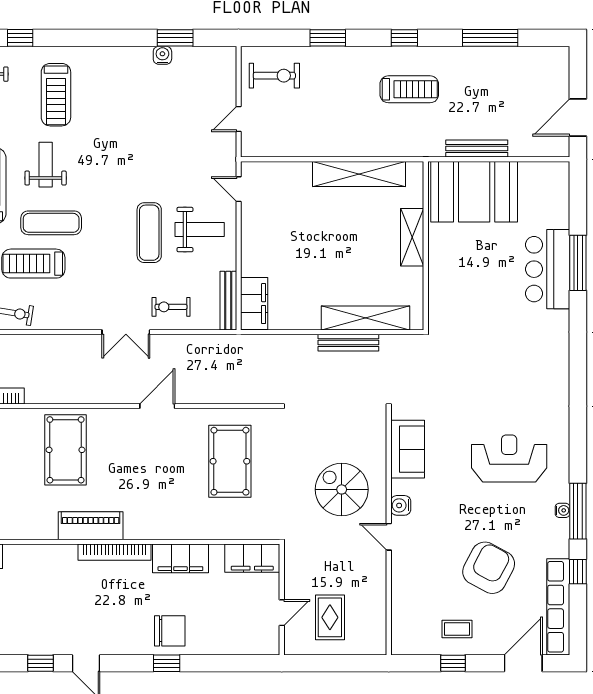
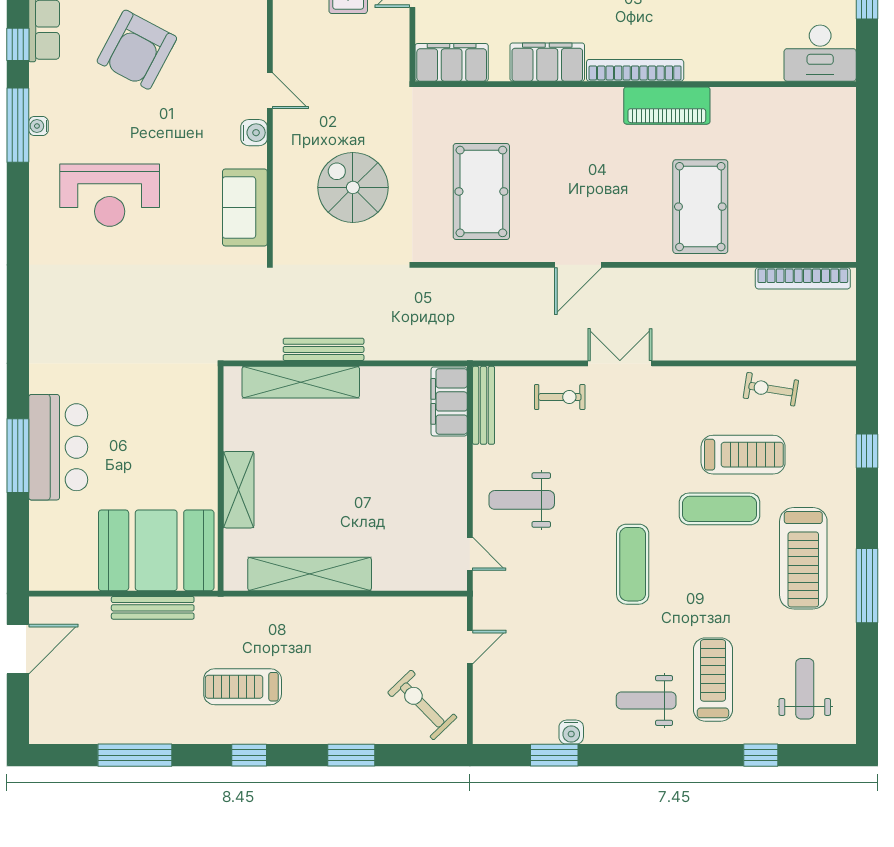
exercise bike: (274, 76) -> (422, 705), turned 46
weight bench: (46, 165) -> (646, 701), moved, turned 90
exercise mat: (149, 233) -> (633, 564), moved
spiral stairs: (342, 489) -> (353, 187), moved, turned 180

